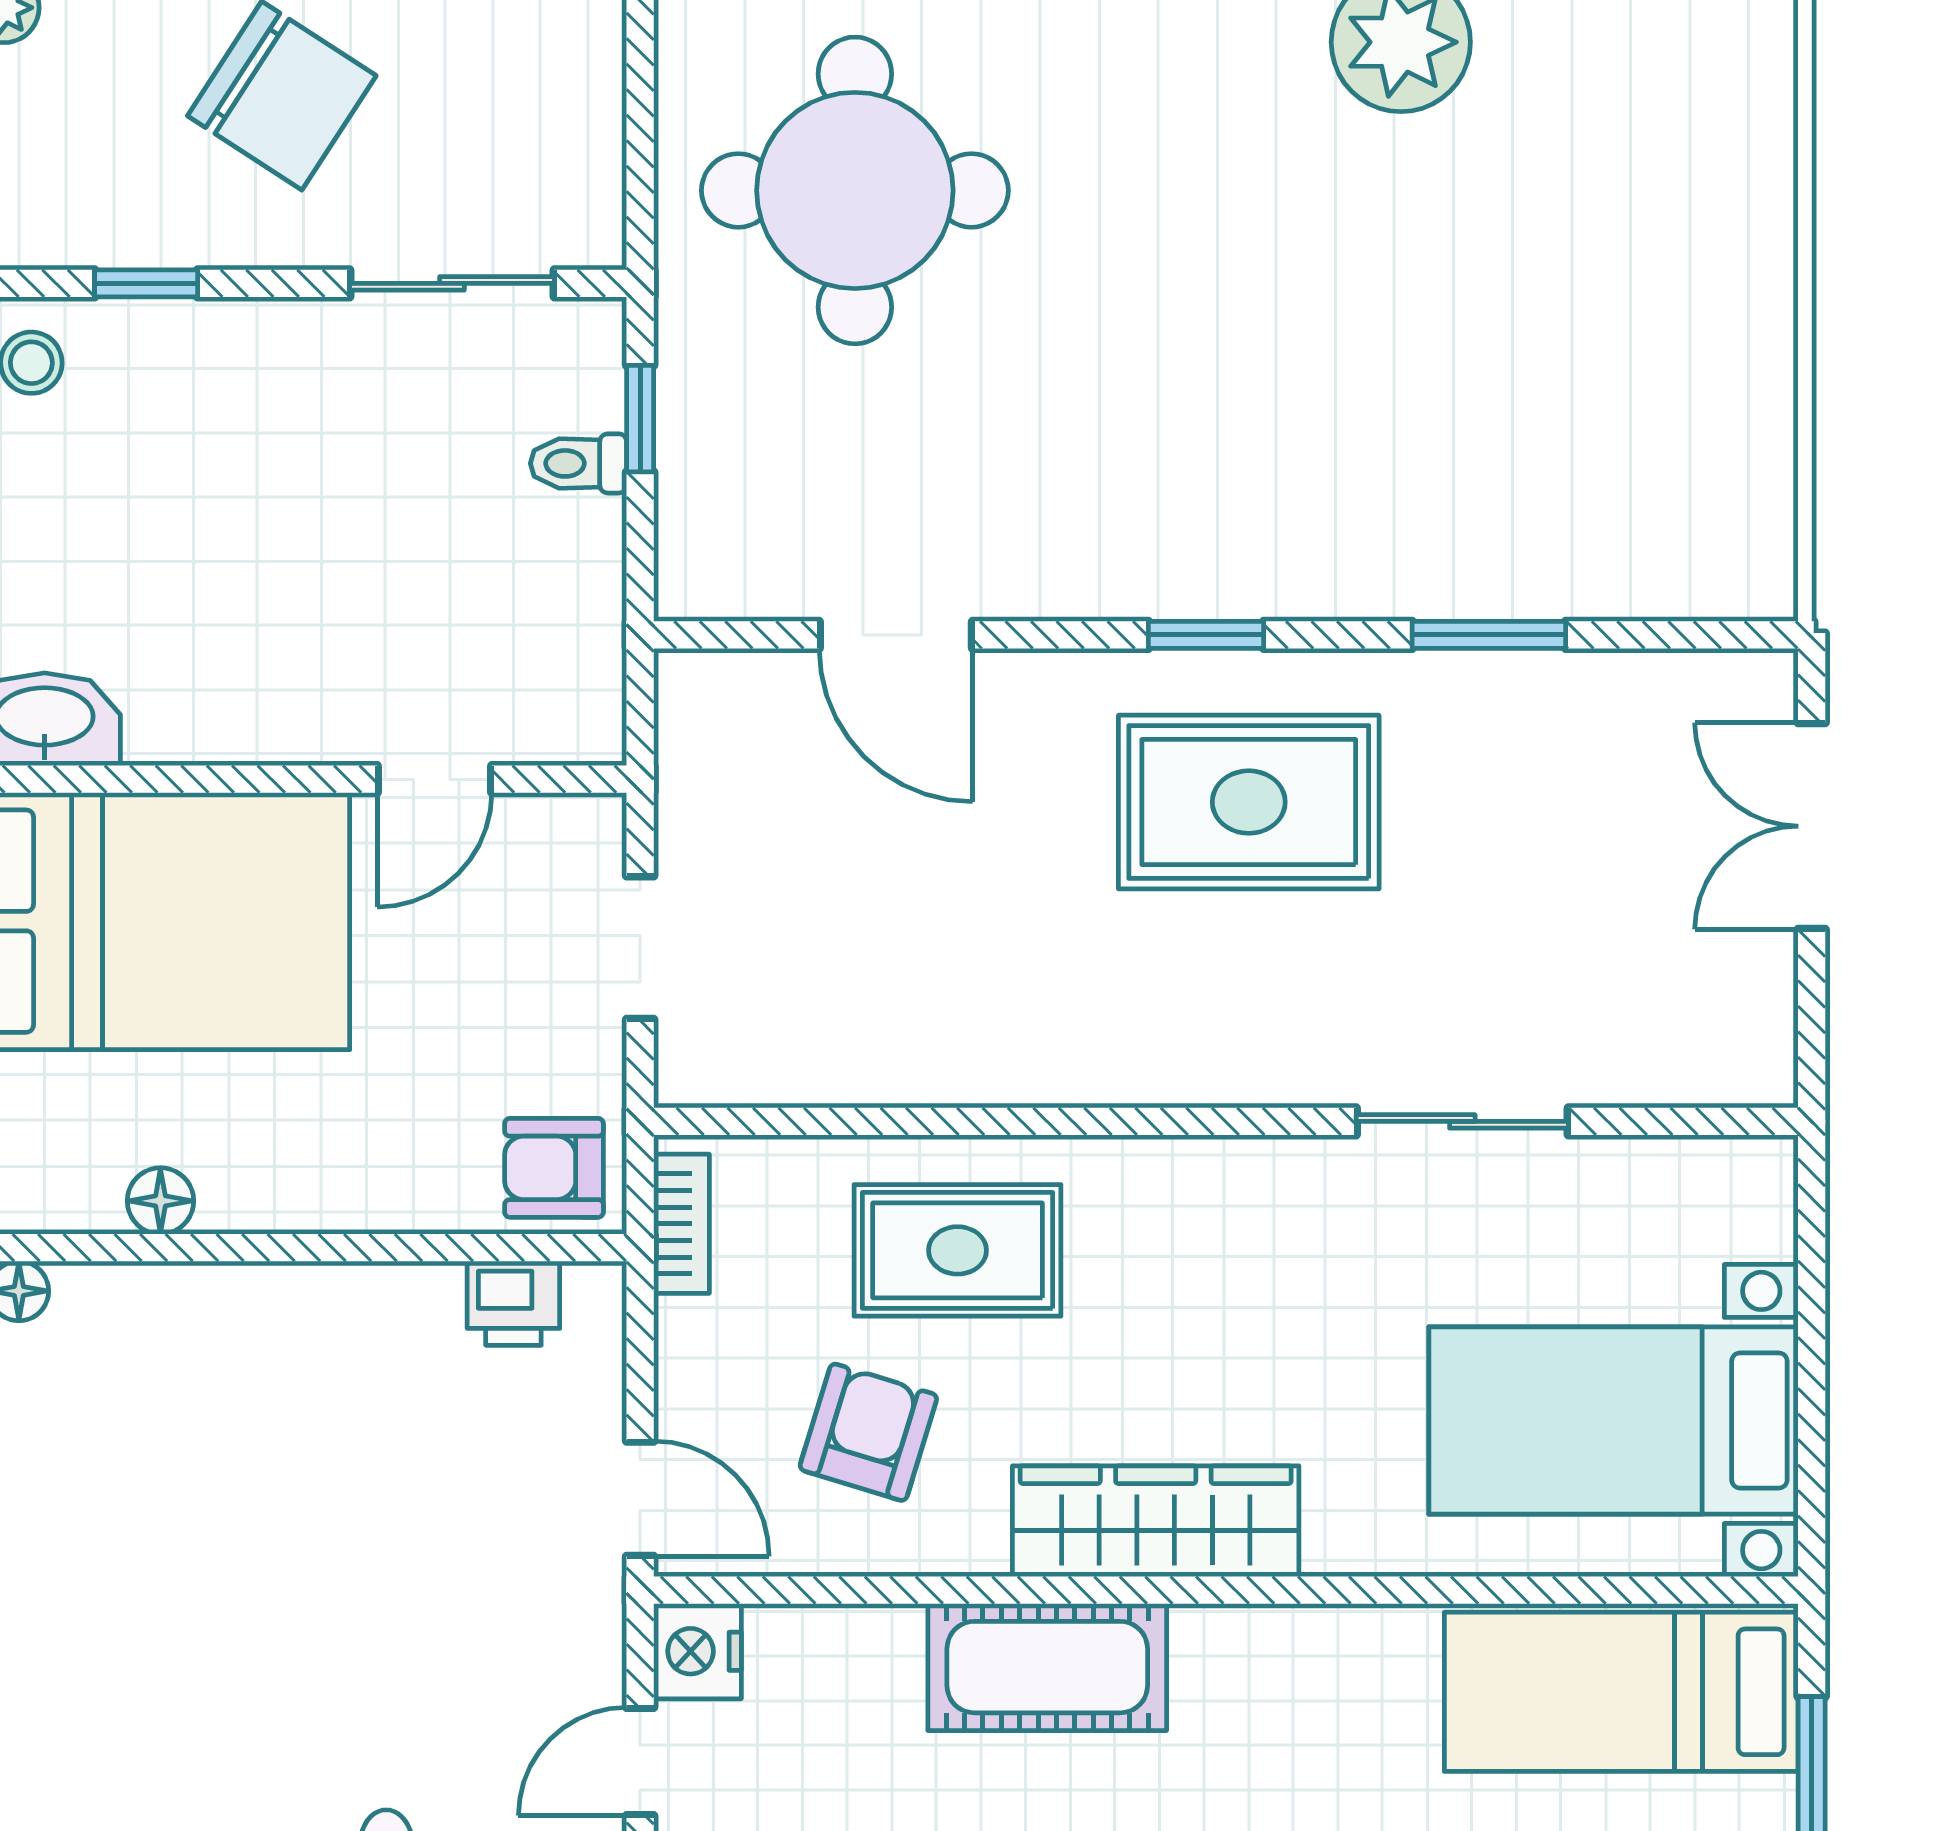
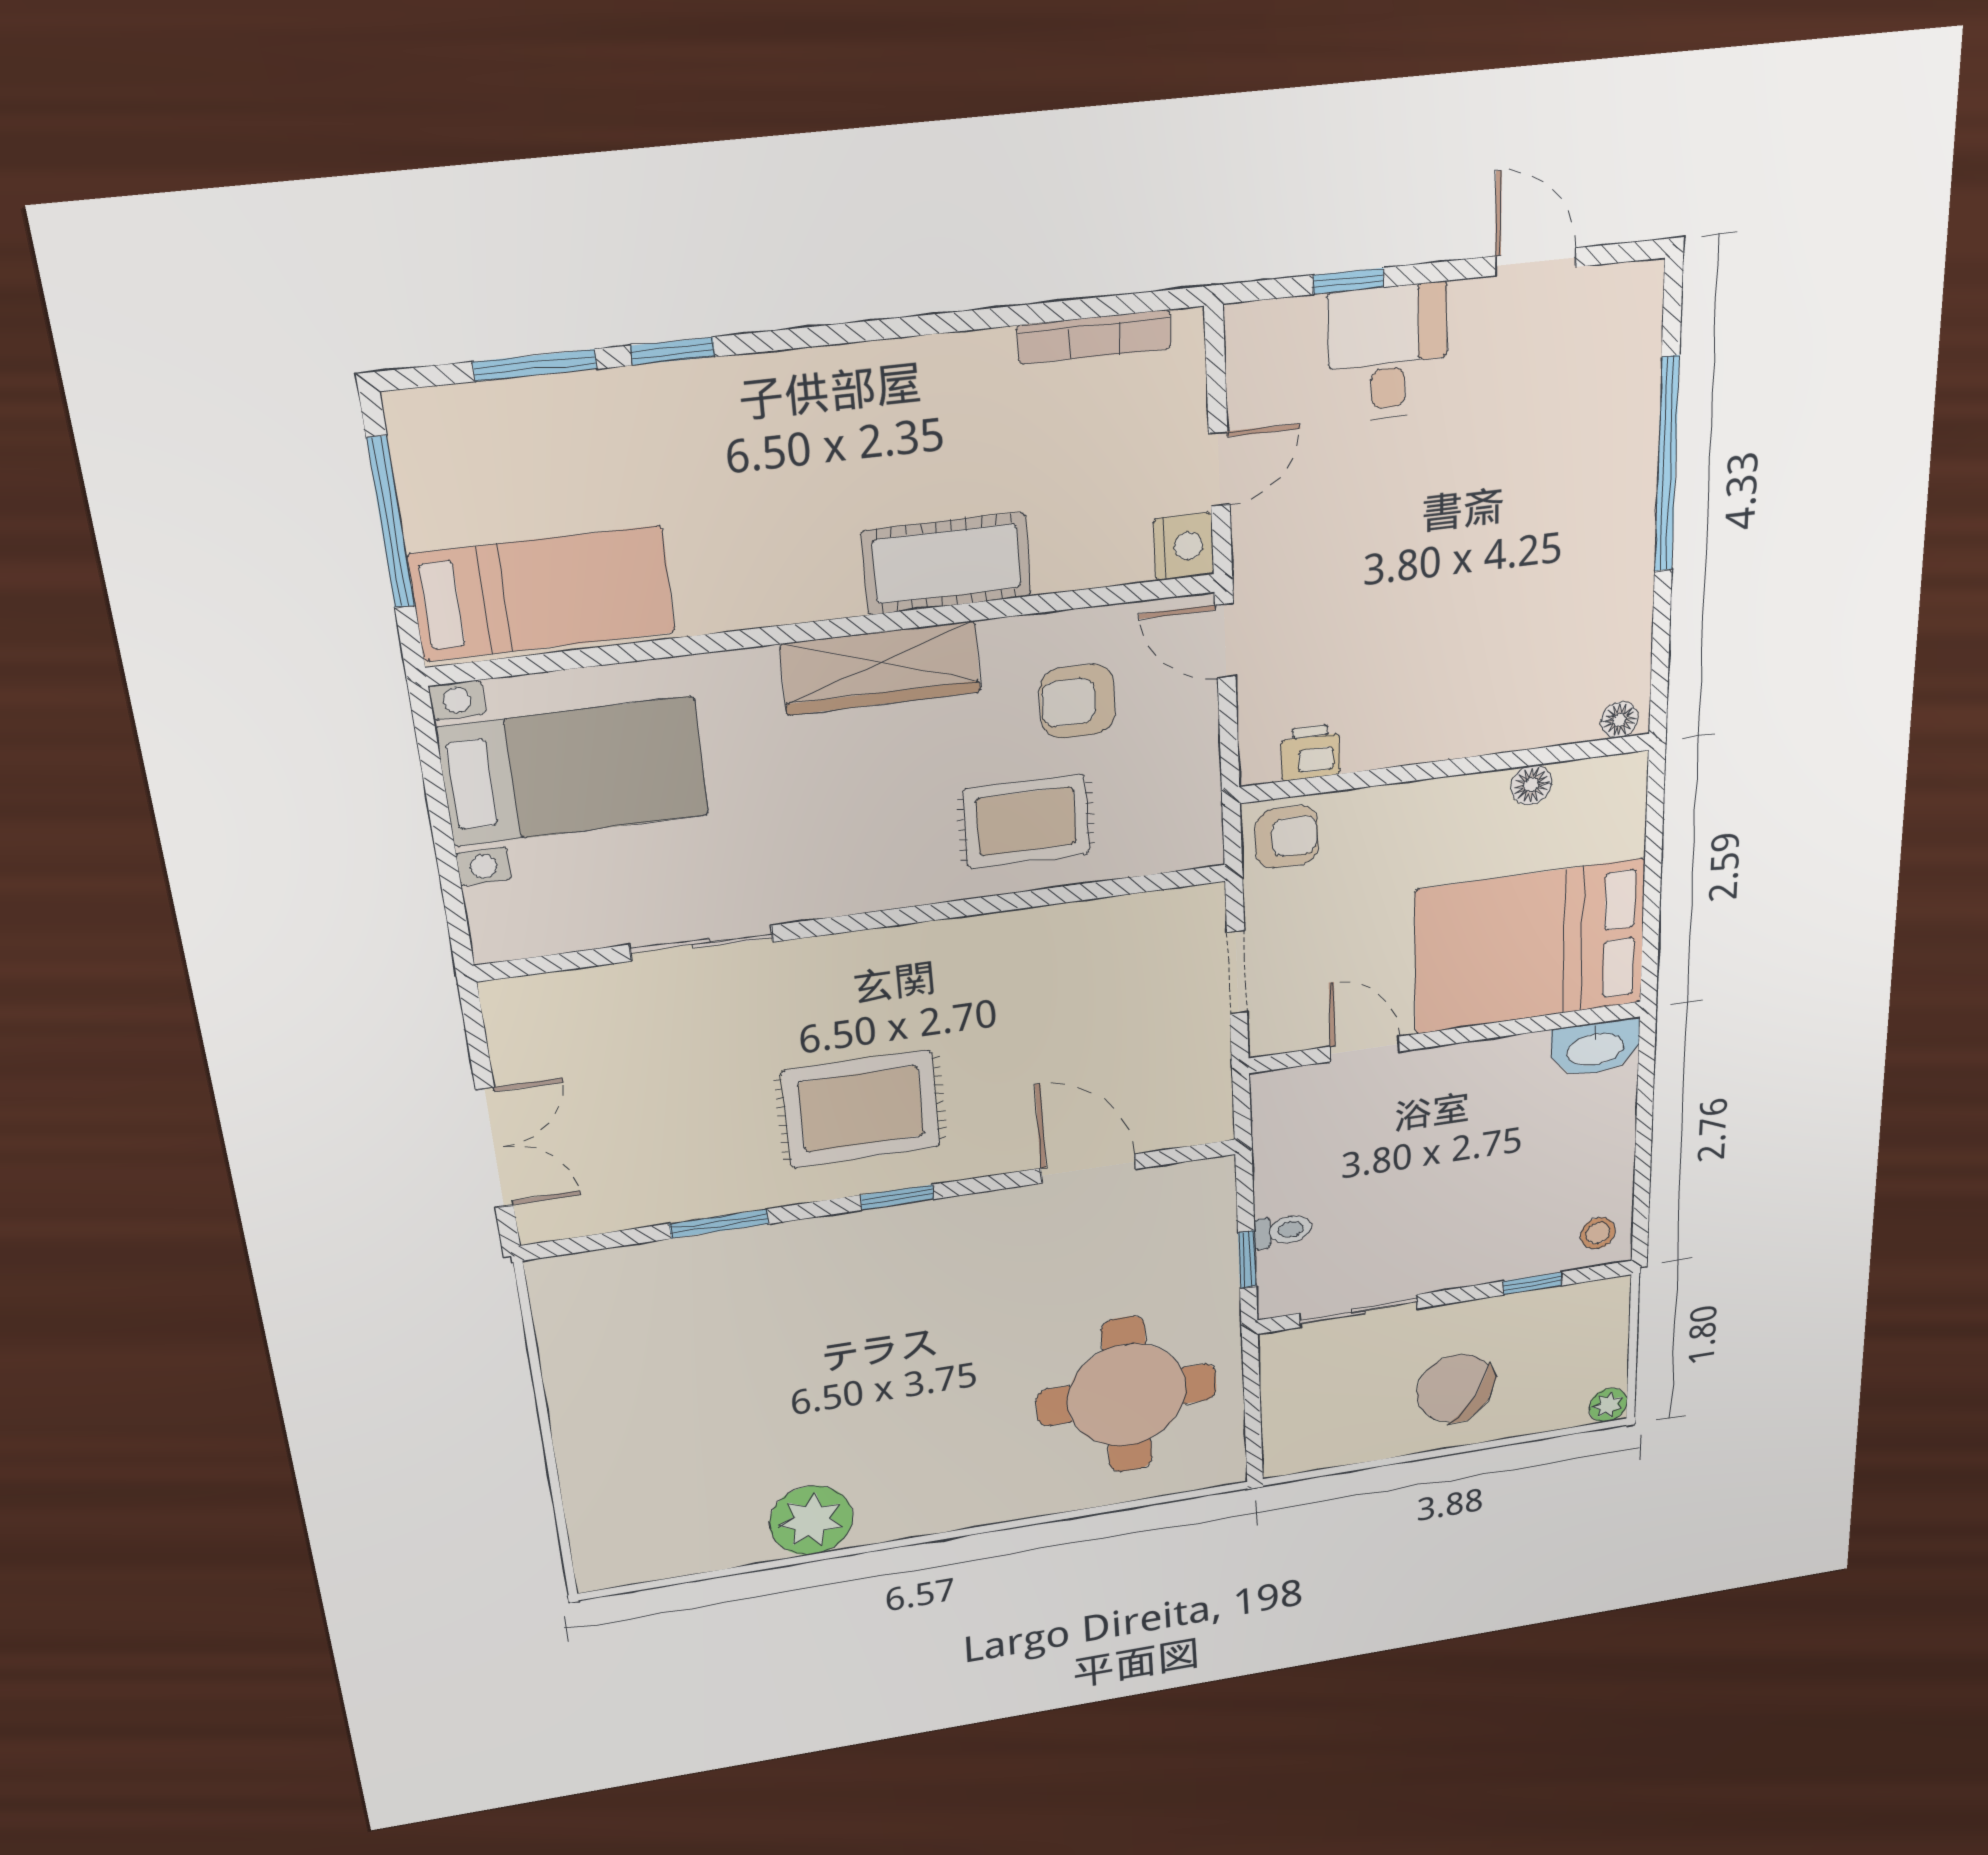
door: (435, 779) -> (1365, 1049), hinge flipped
bookcase: (682, 1224) -> (1205, 814), removed
armchair: (868, 1432) -> (1077, 701), turned 73

